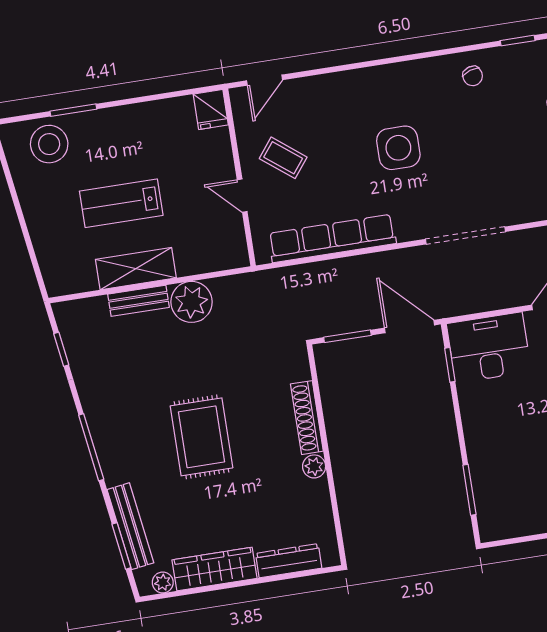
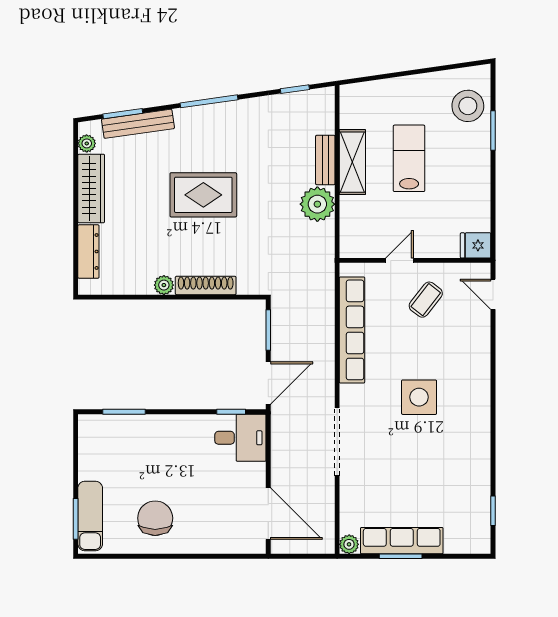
chair: (473, 76) -> (469, 469), removed
desk: (489, 347) -> (240, 438), width x0.73

